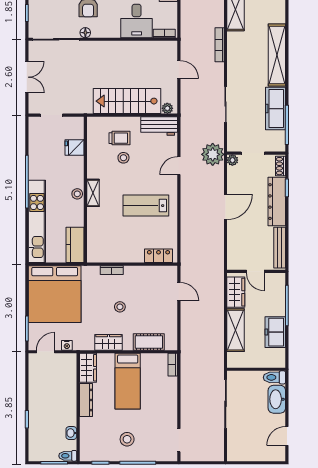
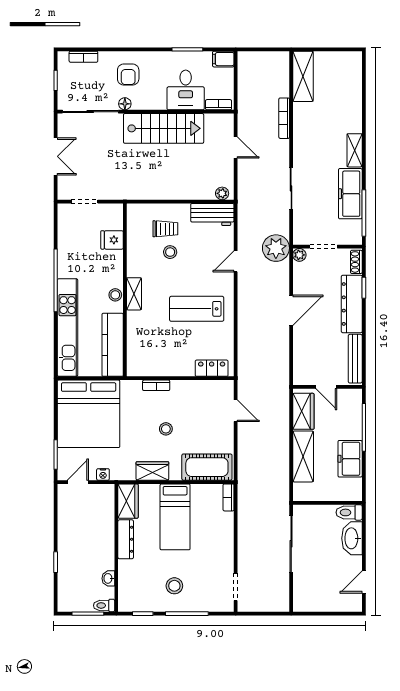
shelving: (277, 55) -> (355, 150), width x0.45, depth x0.75
stairs: (127, 101) -> (164, 128), moved, turned 180
kitchen counter: (75, 245) -> (113, 345), width x1.50
cot: (149, 342) -> (207, 467), width x1.37, depth x1.34

